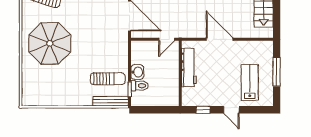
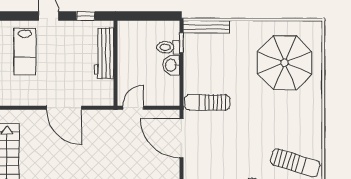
parasol: (50, 43) -> (285, 63), moved
workbench: (189, 67) -> (104, 53), moved
sun lounger: (108, 79) -> (207, 102), moved

